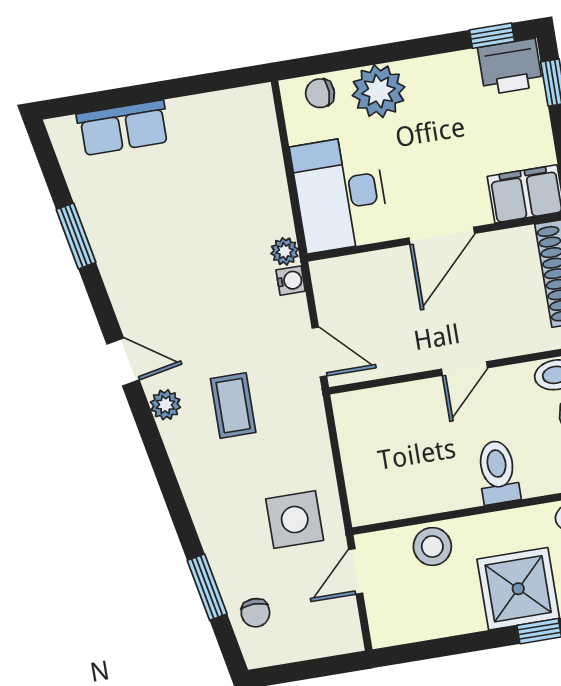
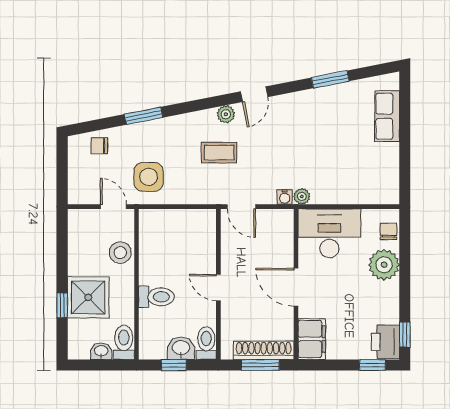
door: (319, 352) -> (241, 207), hinge flipped
window: (207, 587) -> (144, 116), moved

